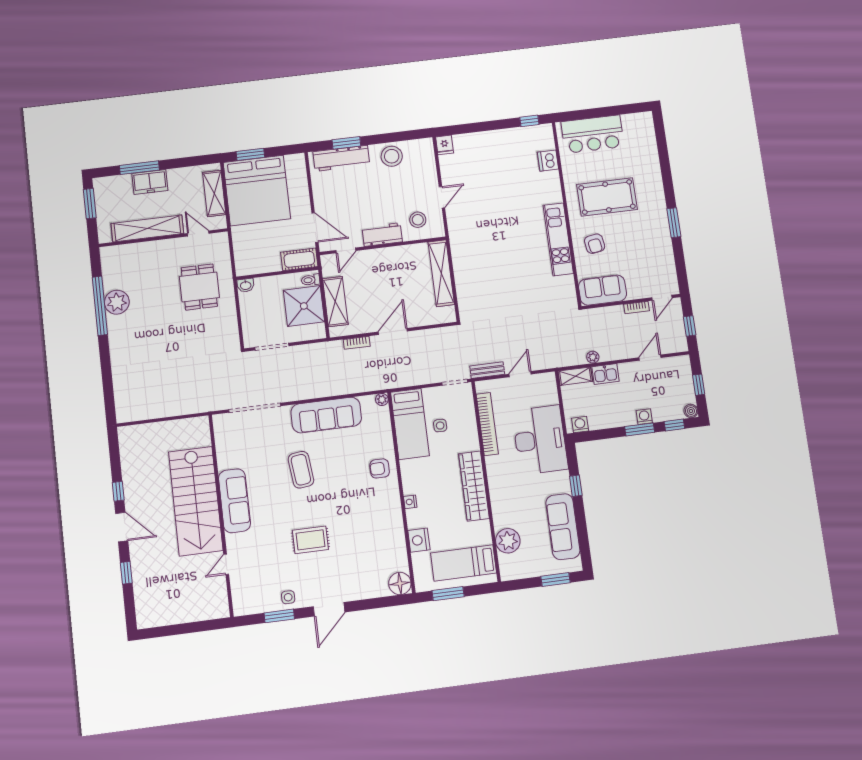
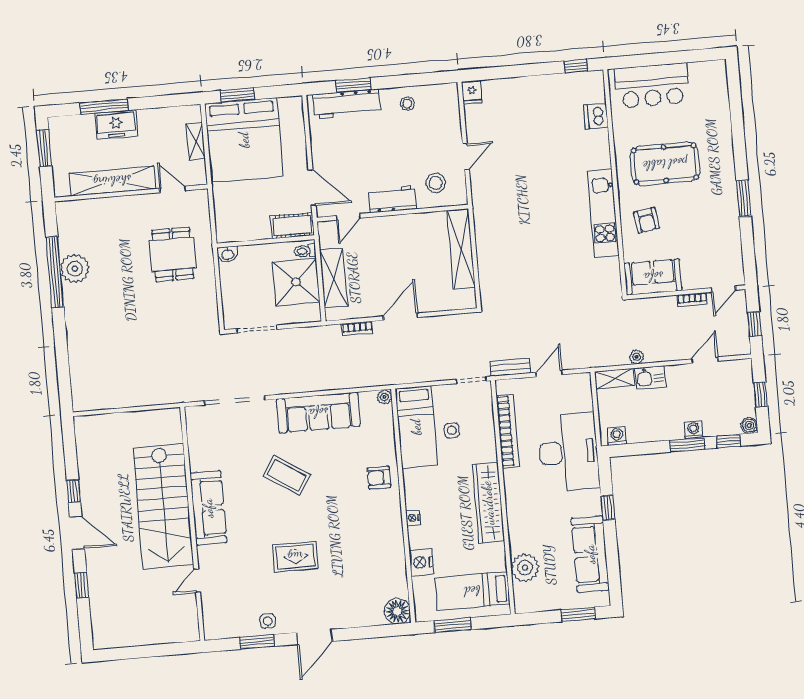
stool: (392, 156) -> (407, 104), width x0.53, depth x0.53
shelving: (214, 193) -> (196, 141), width x0.67, depth x0.75
coffee table: (301, 470) -> (287, 475), turned -51

